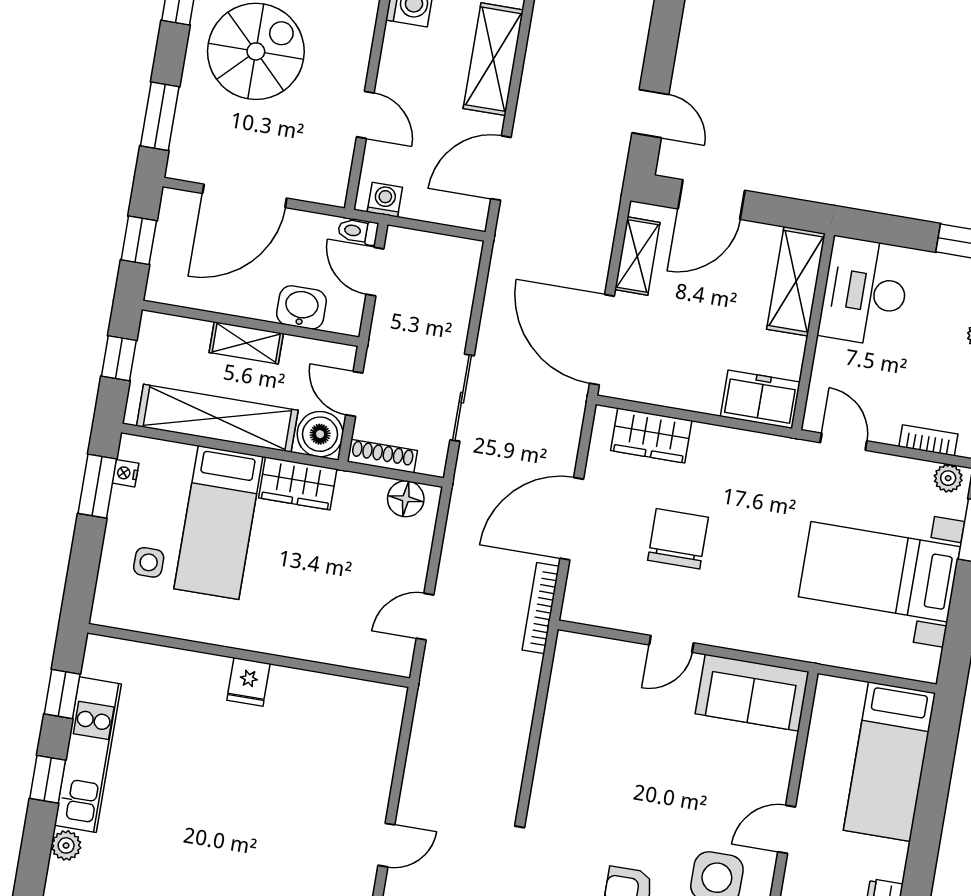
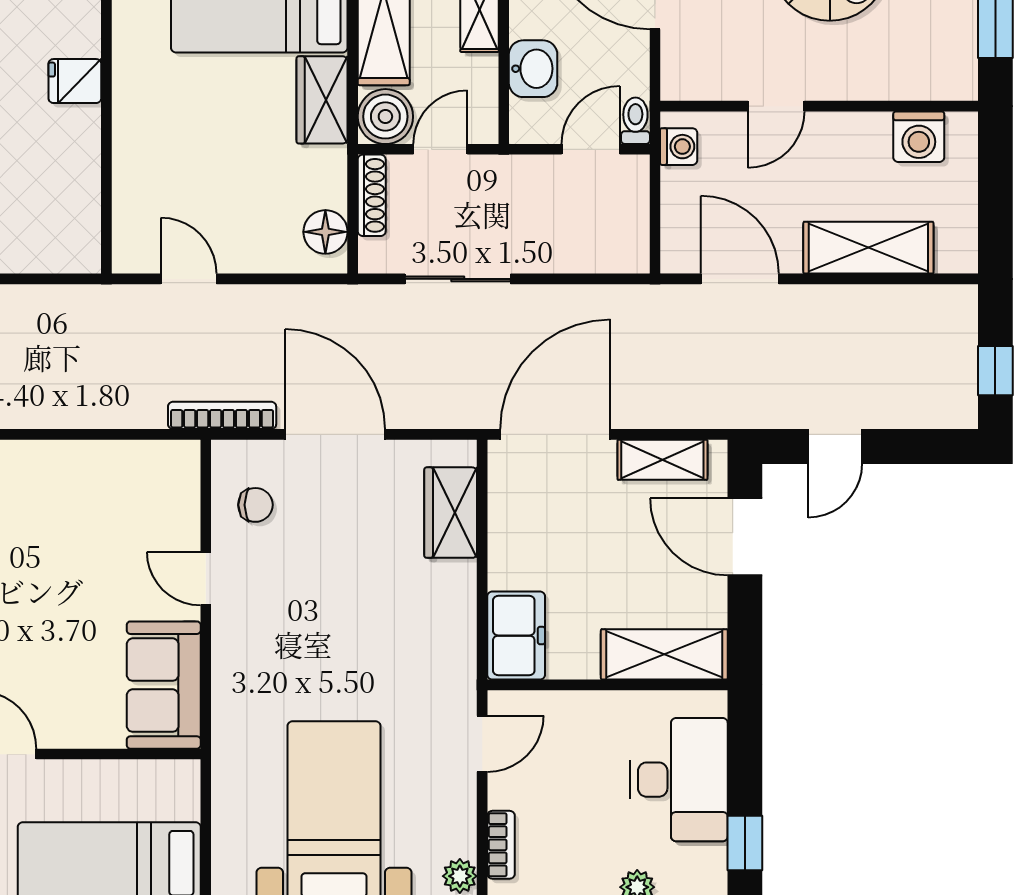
desk: (865, 292) -> (679, 780), moved, turned 90
chair: (678, 539) -> (255, 505), moved, width x0.54, depth x0.54

